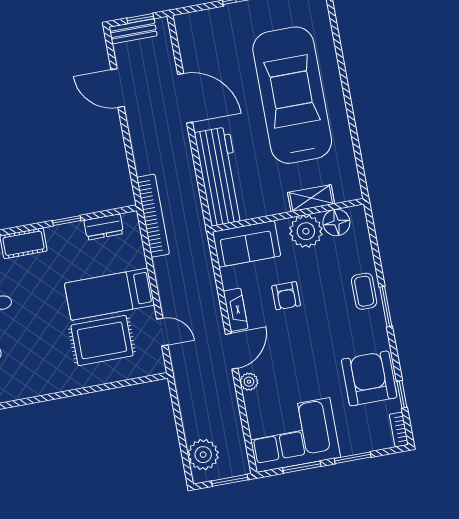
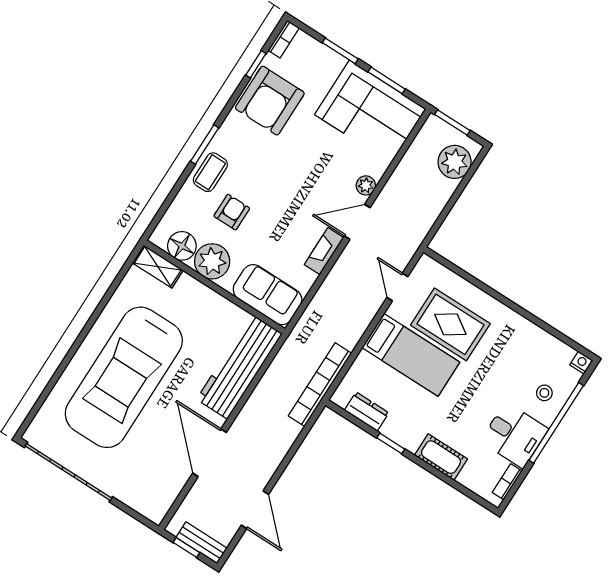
shelving: (311, 198) -> (158, 267), moved
armchair: (286, 296) -> (232, 212), moved

